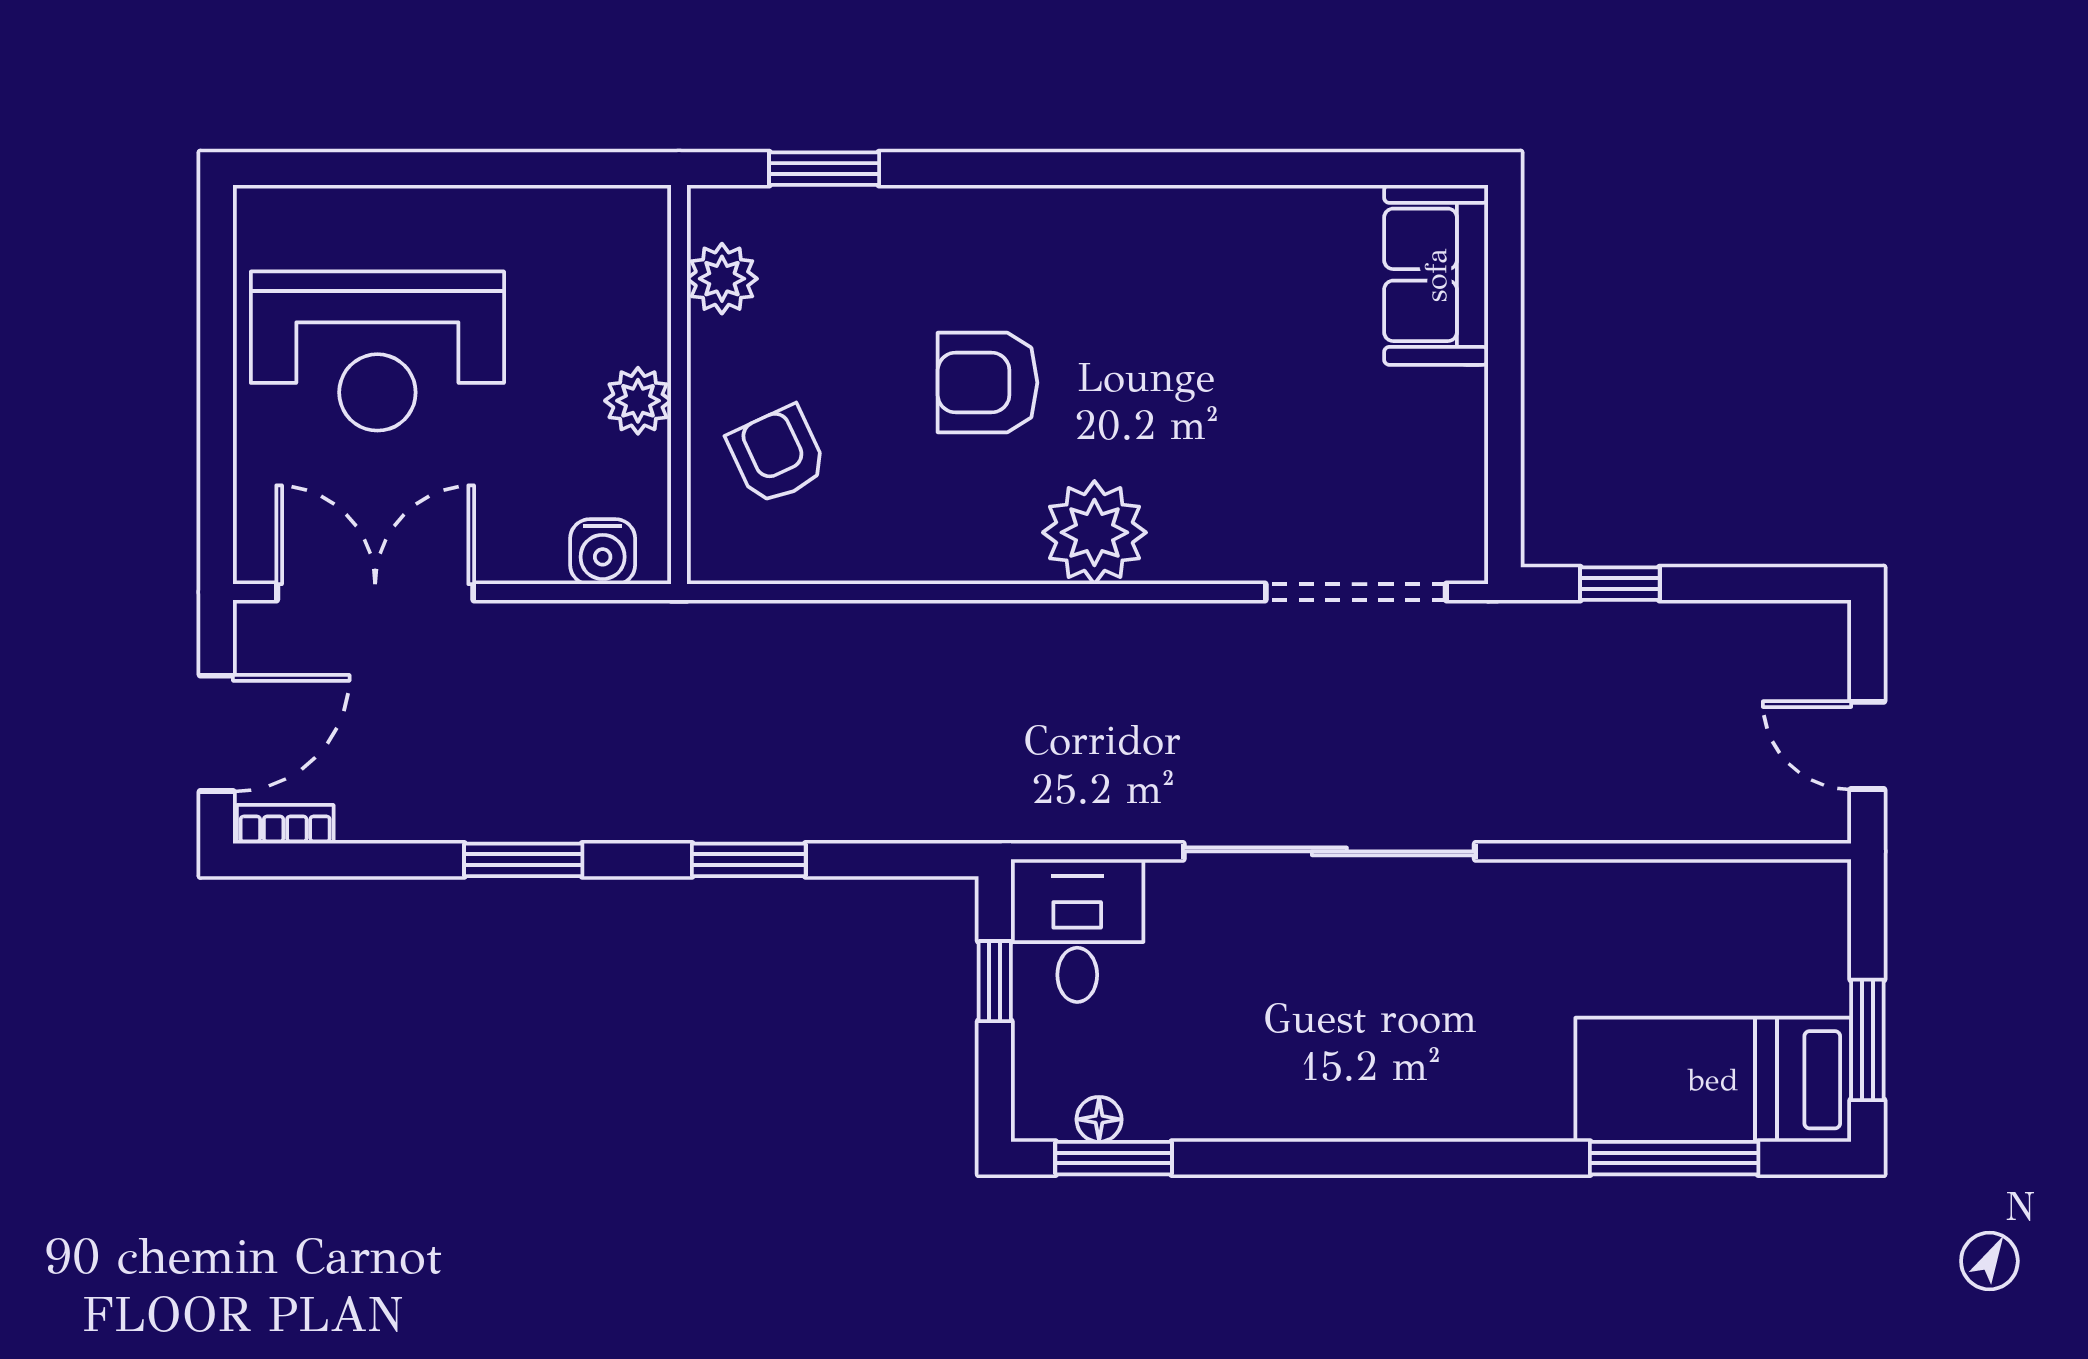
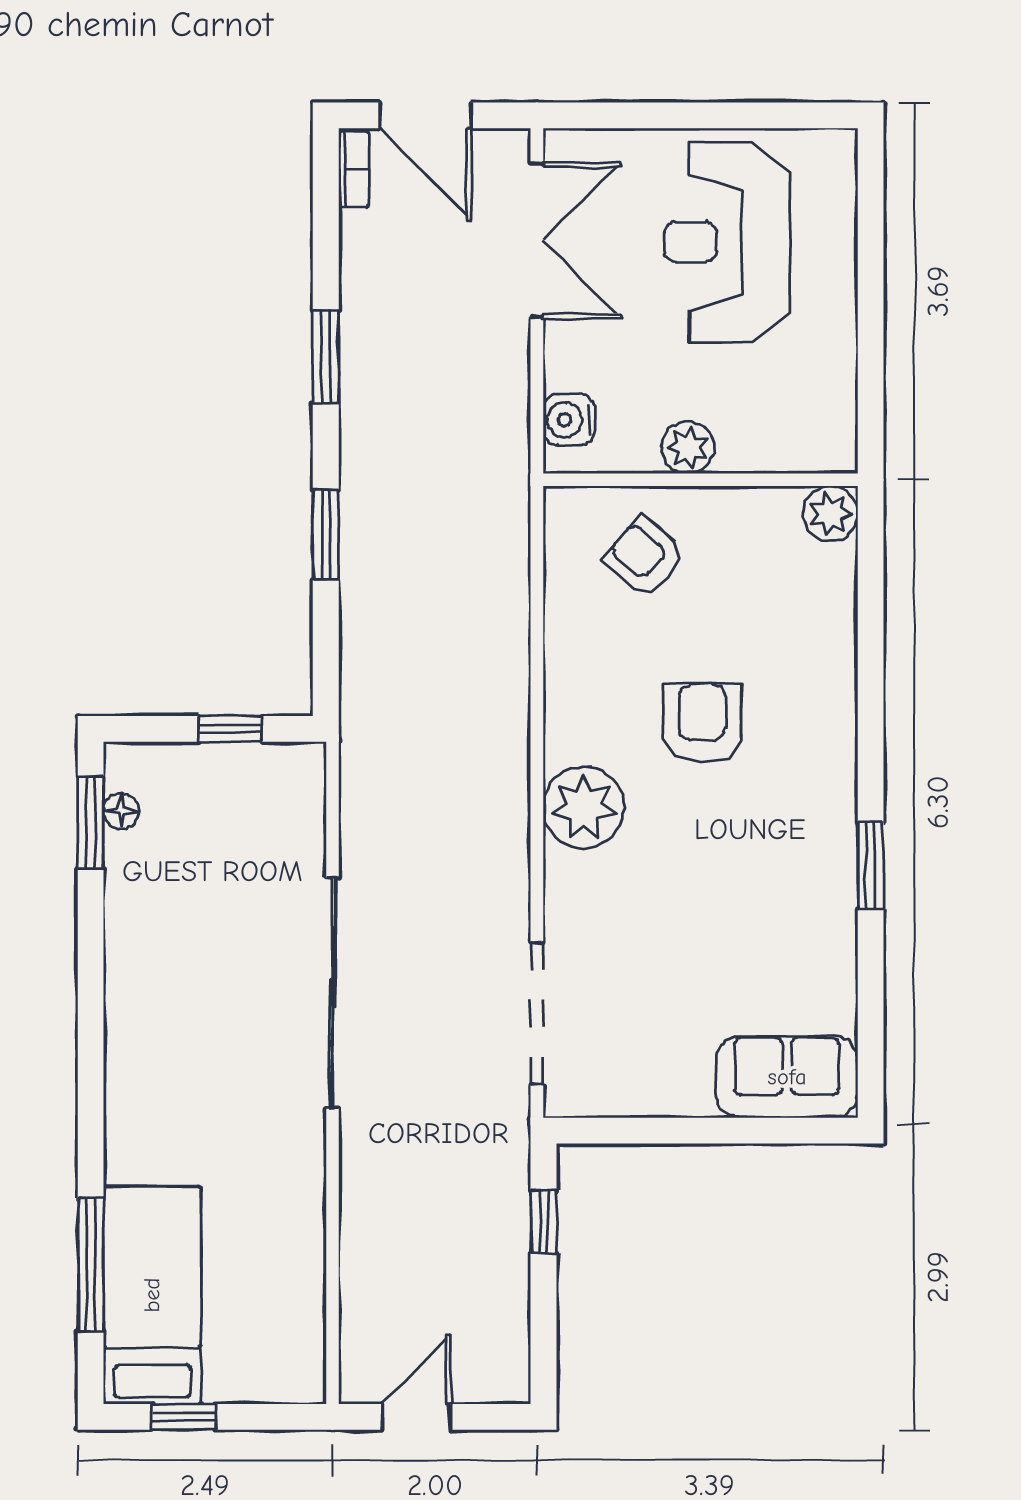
window: (824, 169) -> (871, 866), moved
plant: (722, 279) -> (830, 514), moved
armchair: (777, 455) -> (645, 557), turned -114
desk: (1077, 931) -> (270, 794), removed
window: (1867, 1040) -> (184, 1417), width x0.67

